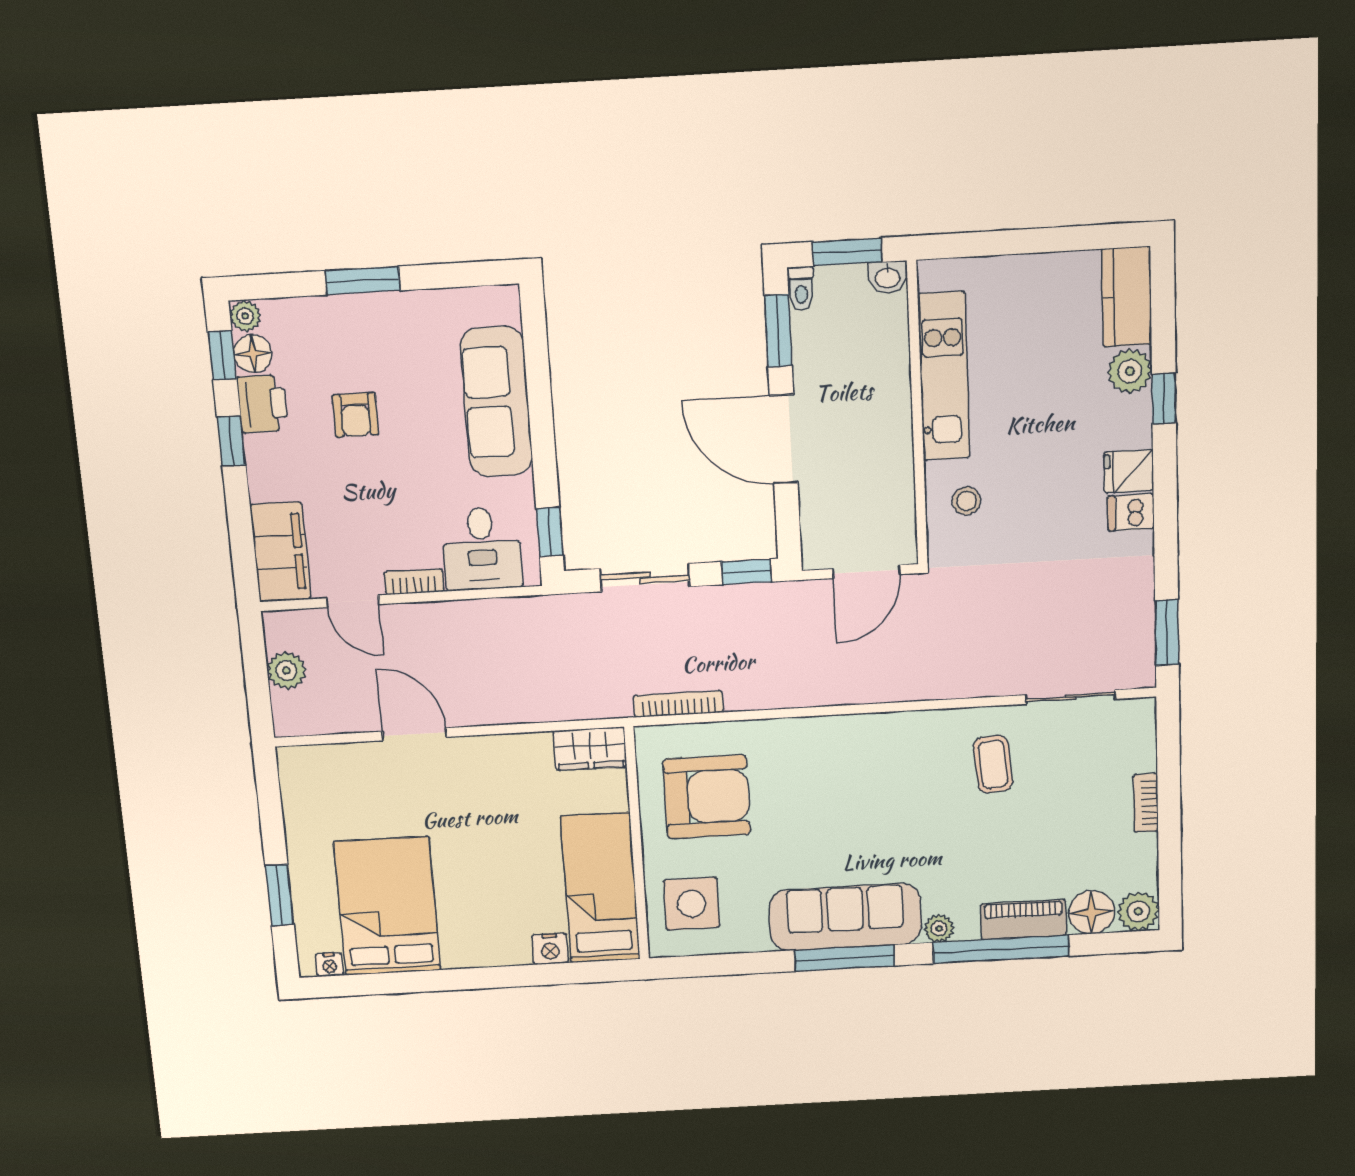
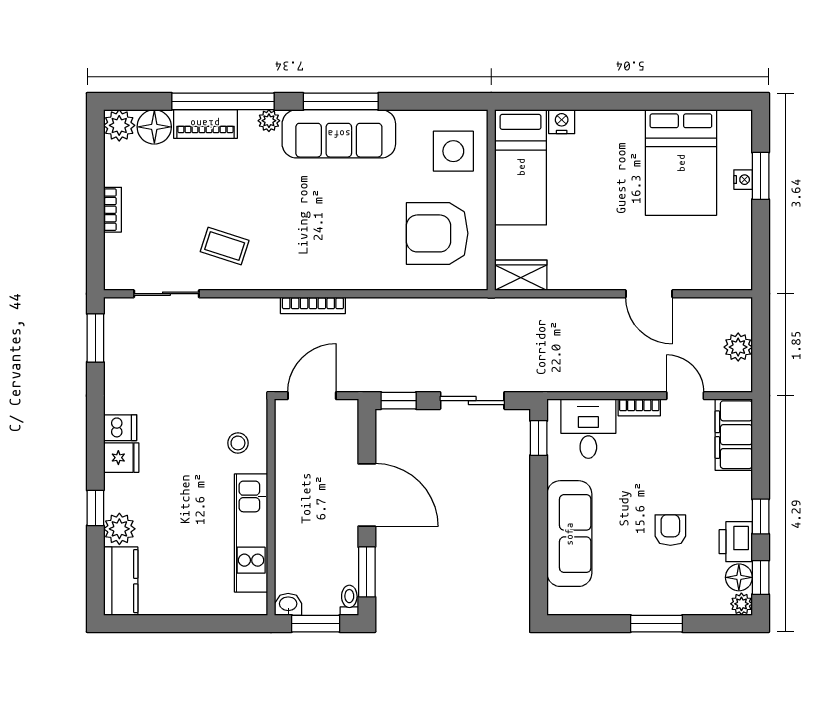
bookcase: (678, 704) -> (313, 305), moved
coffee table: (993, 764) -> (225, 246), turned -67
nightstand: (330, 965) -> (743, 180), moved, turned 90

